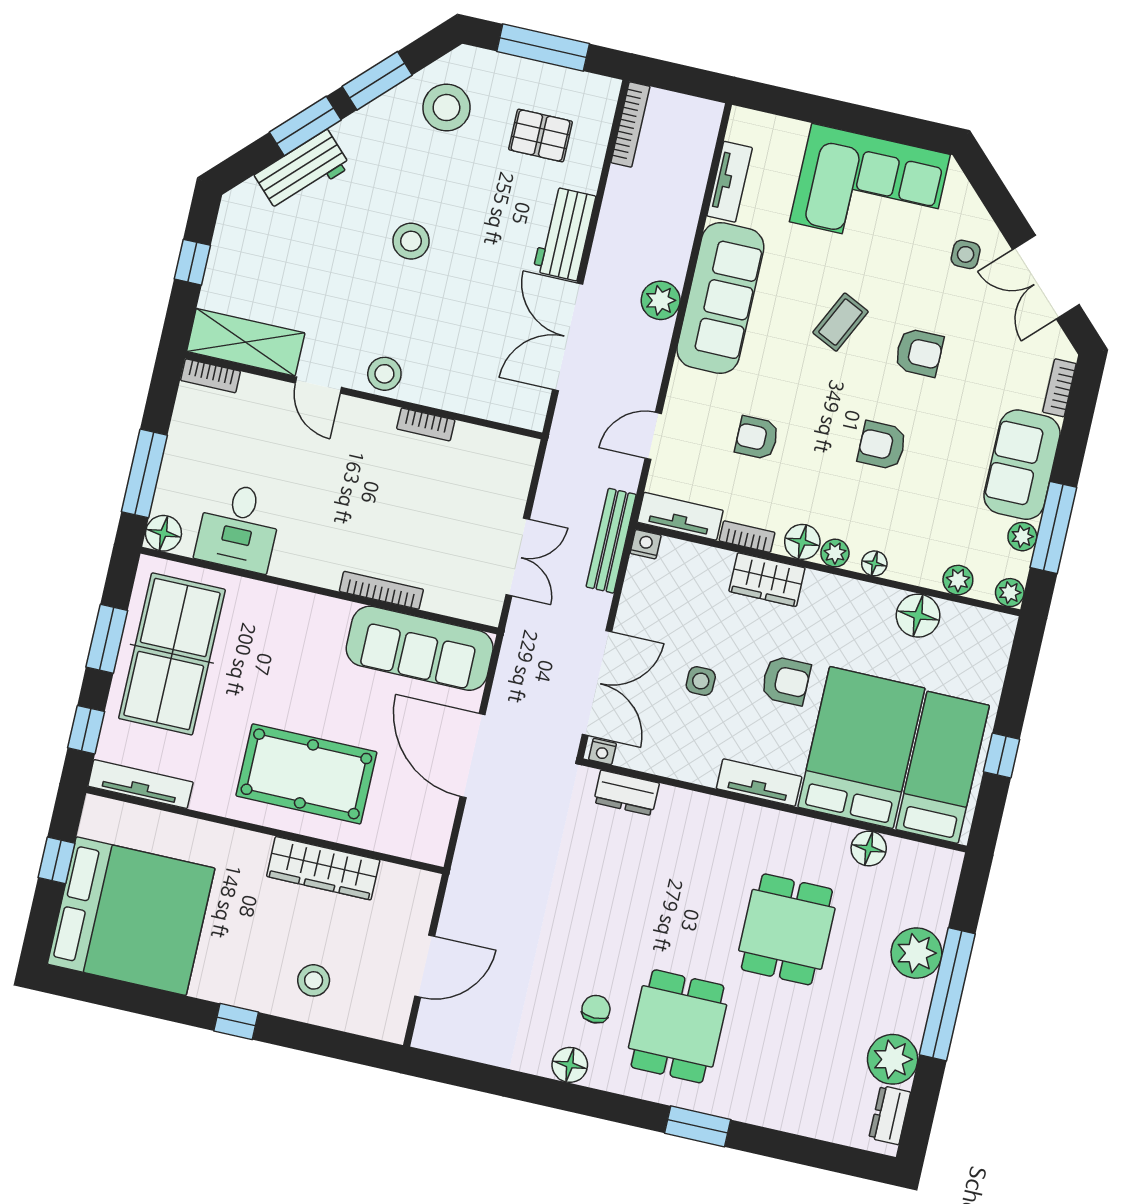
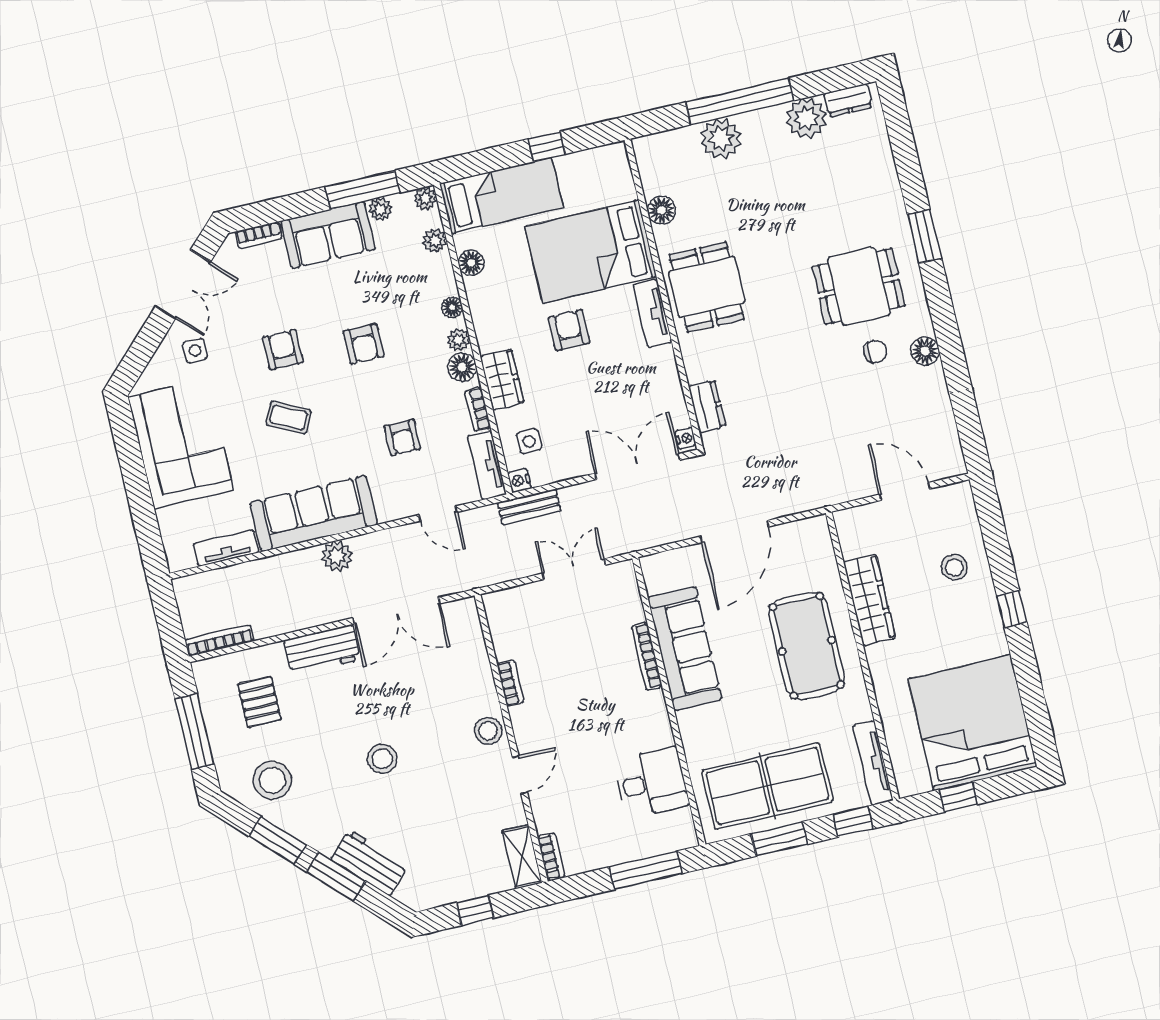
shelving: (246, 342) -> (522, 857), width x0.67, depth x0.75
floor lamp: (163, 533) -> (682, 835), removed
bench: (611, 541) -> (529, 507), width x0.73
floor lamp: (918, 616) -> (471, 263), width x0.73, depth x0.73
sofa: (420, 648) -> (685, 649), moved
side table: (701, 681) -> (529, 441), moved
bed: (943, 767) -> (501, 196), moved, turned 180
dining table: (787, 929) -> (707, 287), moved, turned 90
chair: (596, 1009) -> (875, 352), turned 180

